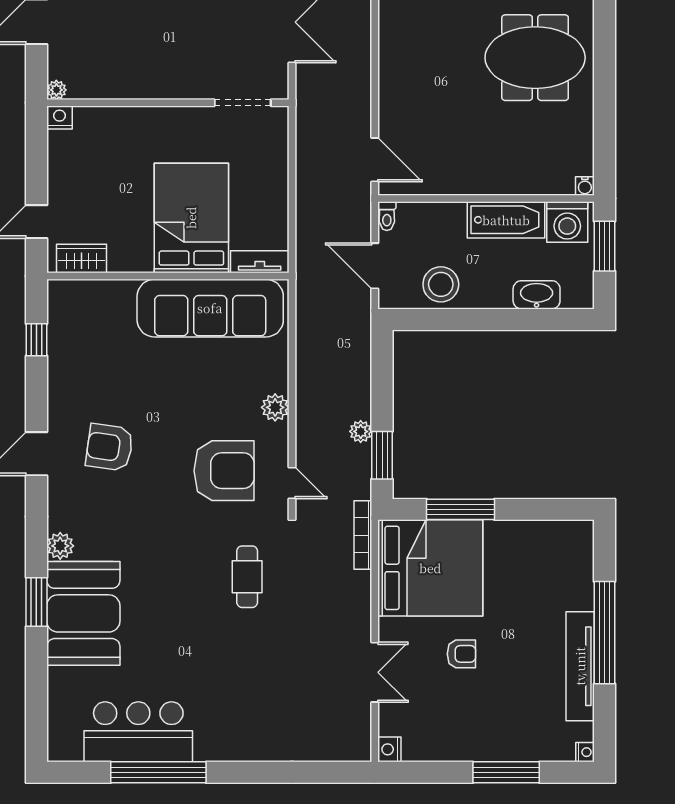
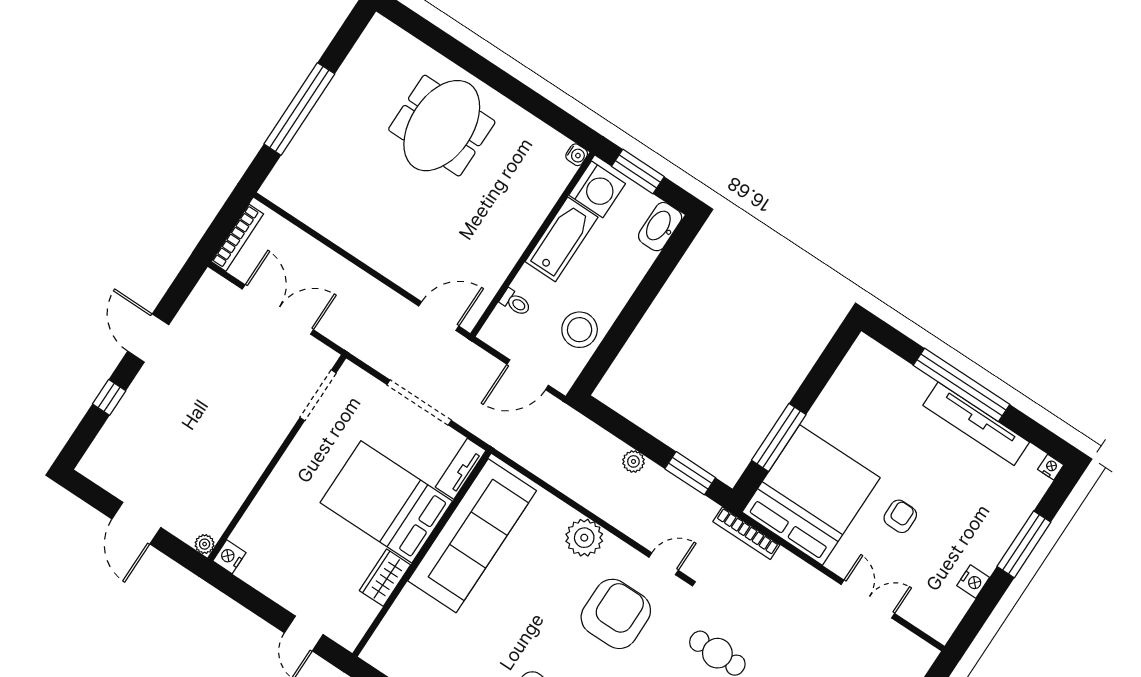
doorway: (292, 191) -> (419, 403), added
toilet: (387, 216) -> (515, 302), moved
wardrobe: (82, 259) -> (385, 578), moved
washbasin: (537, 295) -> (660, 227), moved
plant: (275, 407) -> (584, 538), width x1.36, depth x1.36
plant: (361, 431) -> (633, 461), moved
nightstand: (389, 749) -> (973, 582), moved, turned -90

